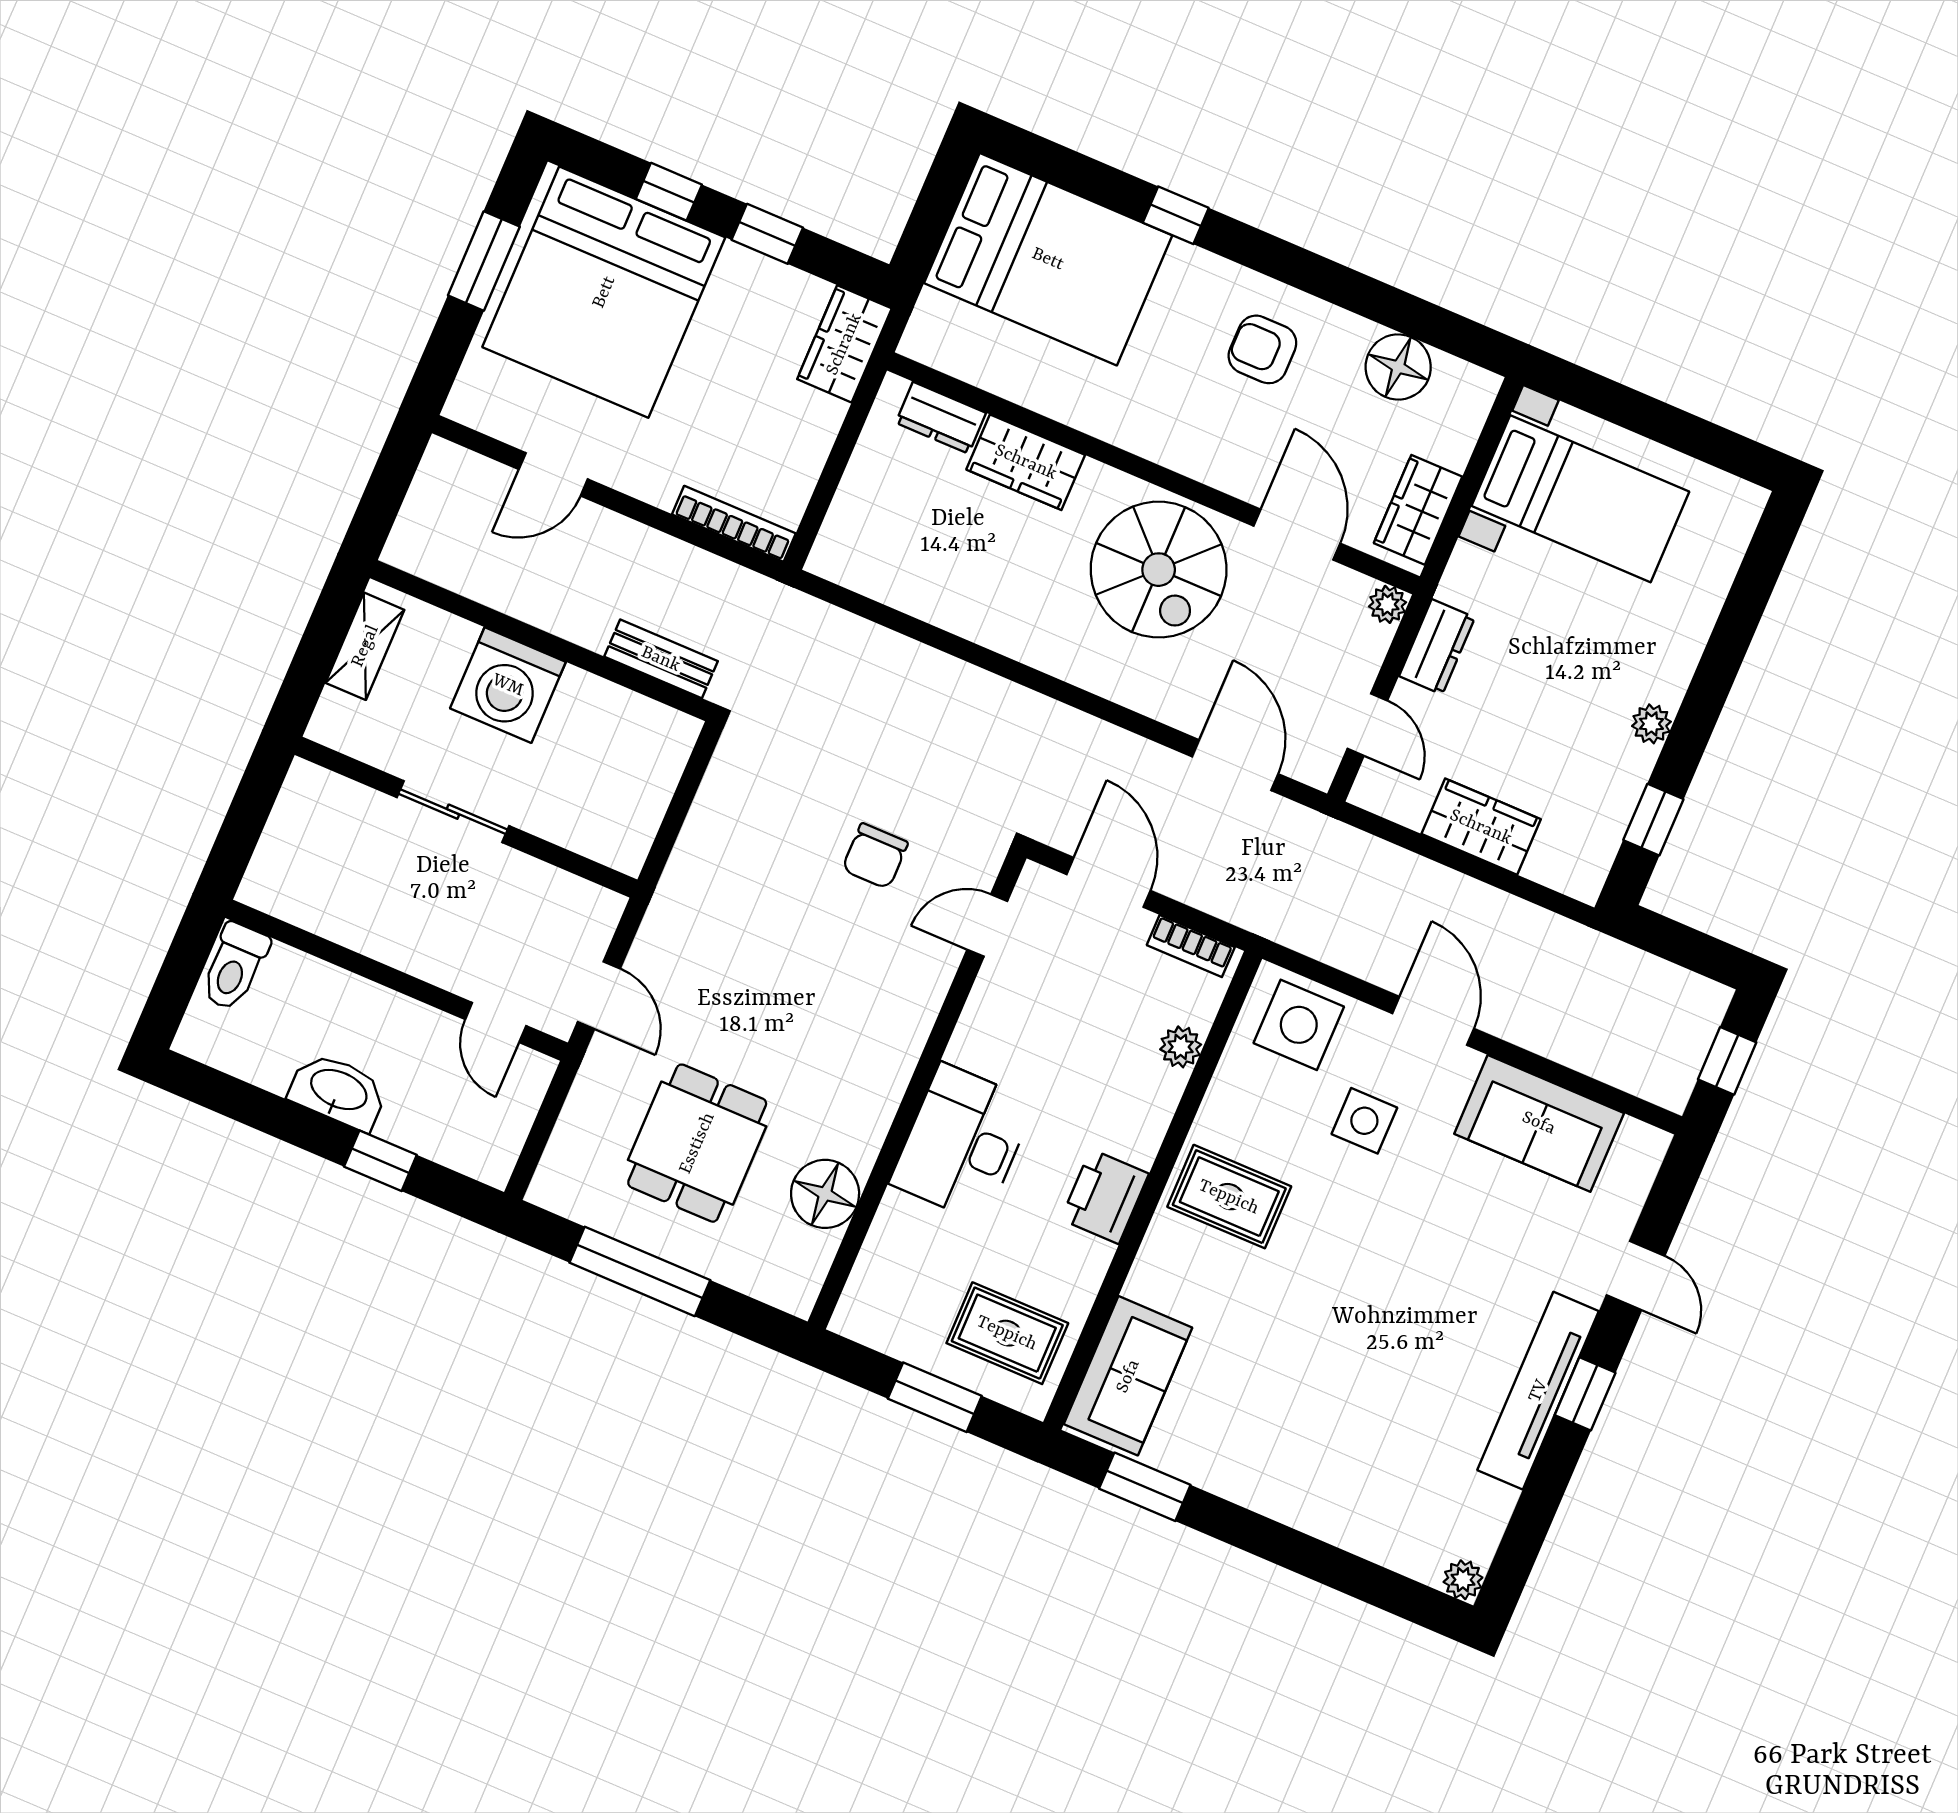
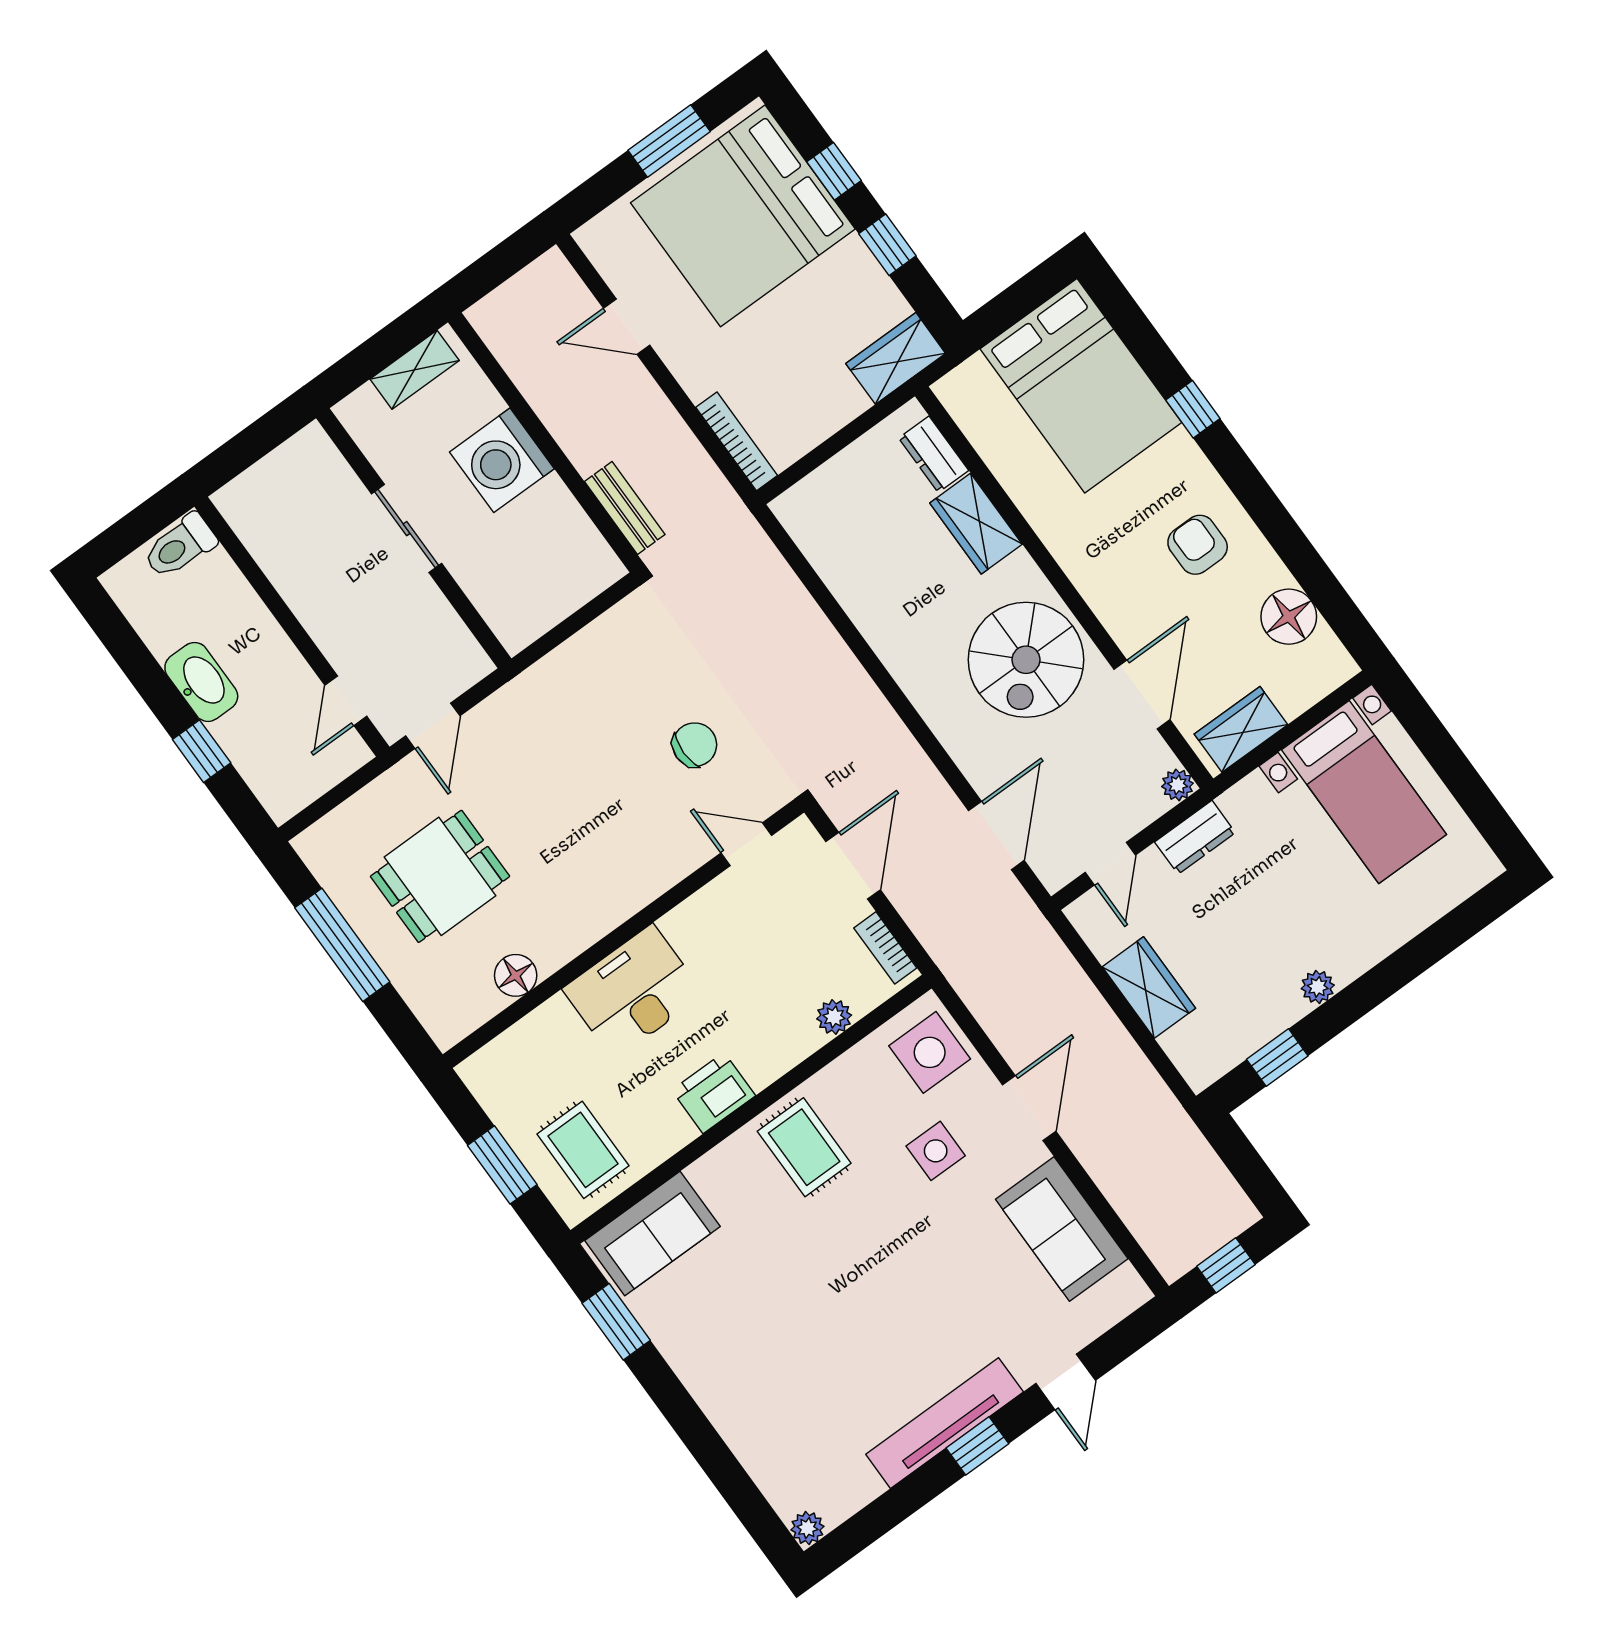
chair: (875, 856) -> (695, 745), turned 180
floor lamp: (825, 1194) -> (516, 975), width x0.73, depth x0.73

